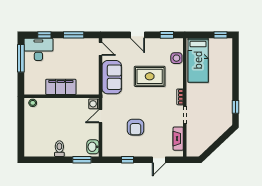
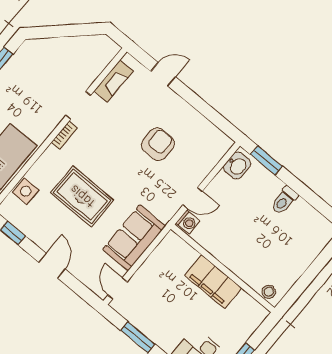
window: (127, 160) -> (205, 109), removed

